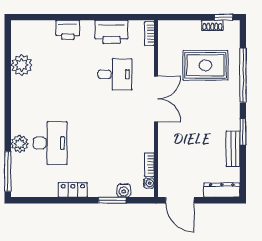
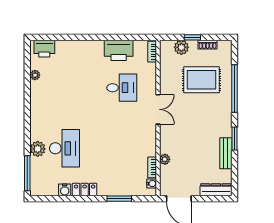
window: (224, 17) -> (192, 37), moved
plant: (183, 29) -> (181, 47), added
printer: (68, 30) -> (44, 49), moved
plant: (22, 65) -> (35, 75), width x0.53, depth x0.53
double door: (156, 99) -> (158, 109), width x0.73
plant: (164, 156) -> (165, 159), added
water cooler: (124, 190) -> (65, 190), moved

